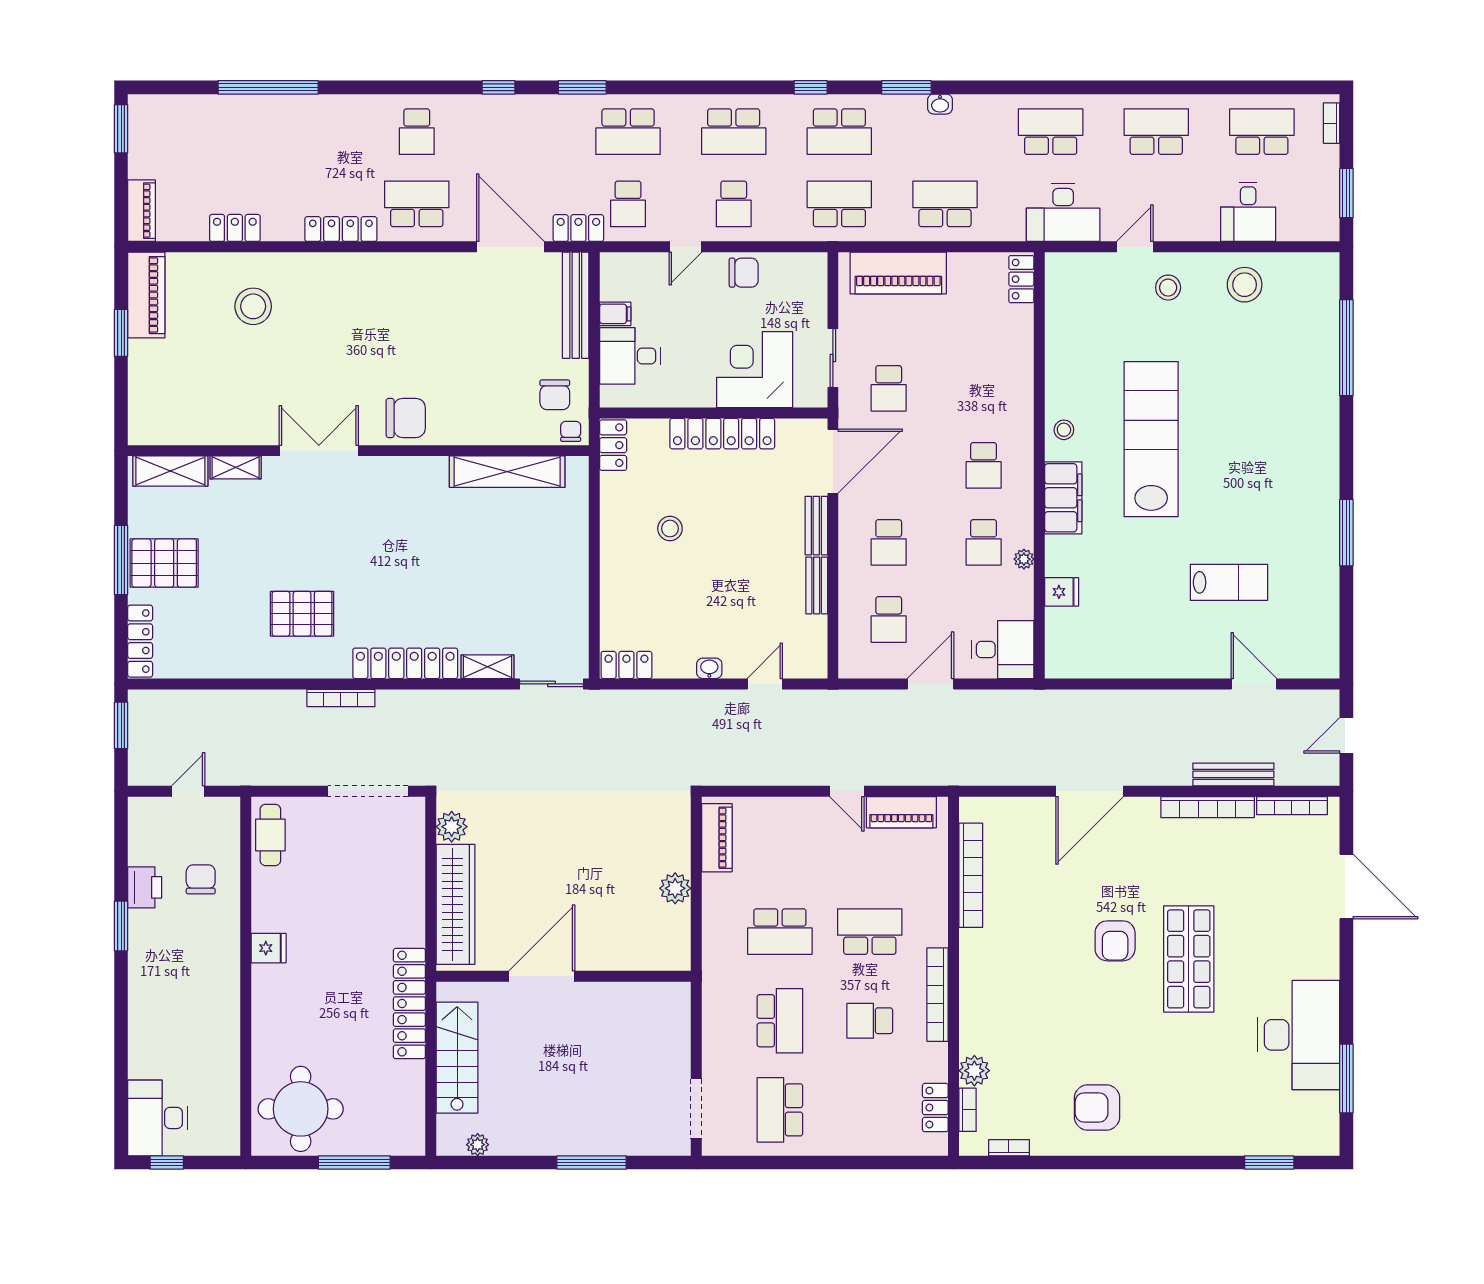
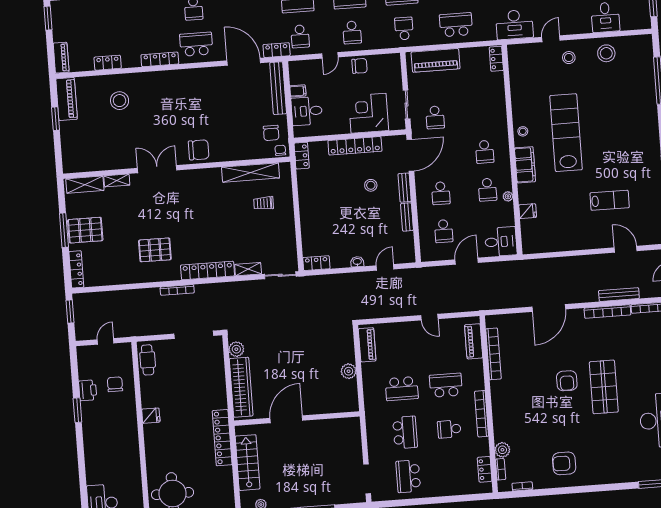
school desk: (839, 204) -> (404, 29), width x0.54
stool: (670, 529) -> (371, 185), moved
trolley: (529, 536) -> (264, 203), added
piano: (901, 812) -> (474, 341), moved, turned 90

